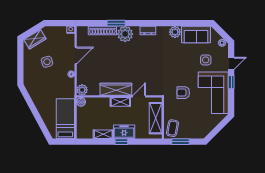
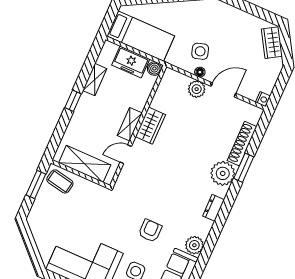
door: (76, 56) -> (223, 90), swing flipped
side table: (47, 62) -> (200, 51), moved
wardrobe: (116, 89) -> (150, 126), width x0.67
plant: (82, 90) -> (197, 89), moved
armchair: (183, 93) -> (150, 231), moved
door: (139, 96) -> (126, 154), swing flipped
freezer: (124, 132) -> (131, 62), moved, turned 90

